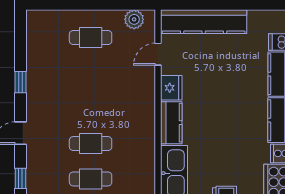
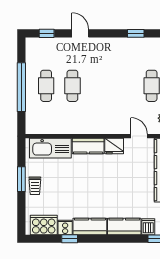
window: (20, 82) -> (136, 33), moved

